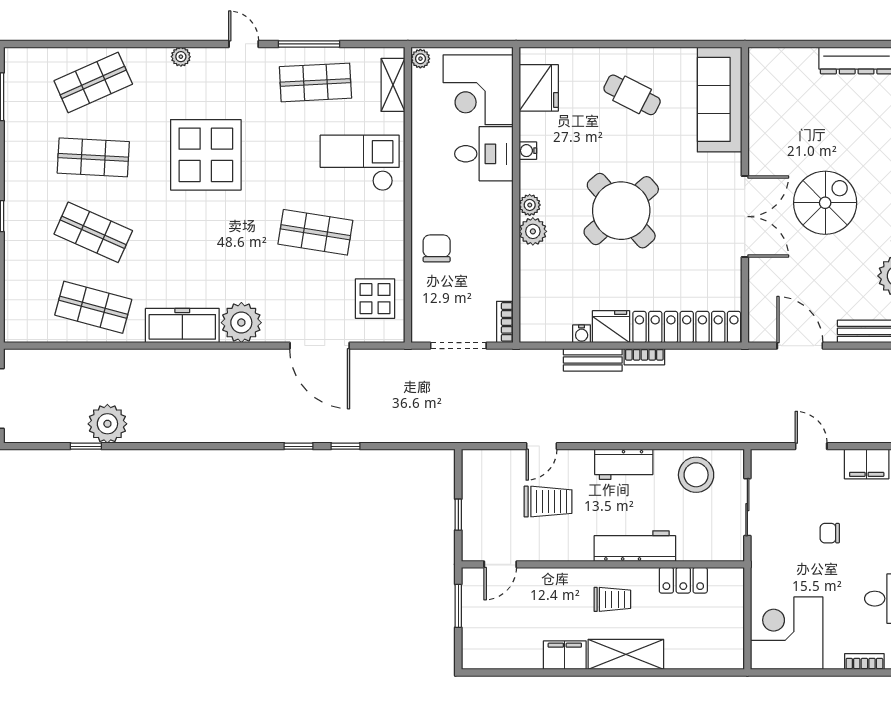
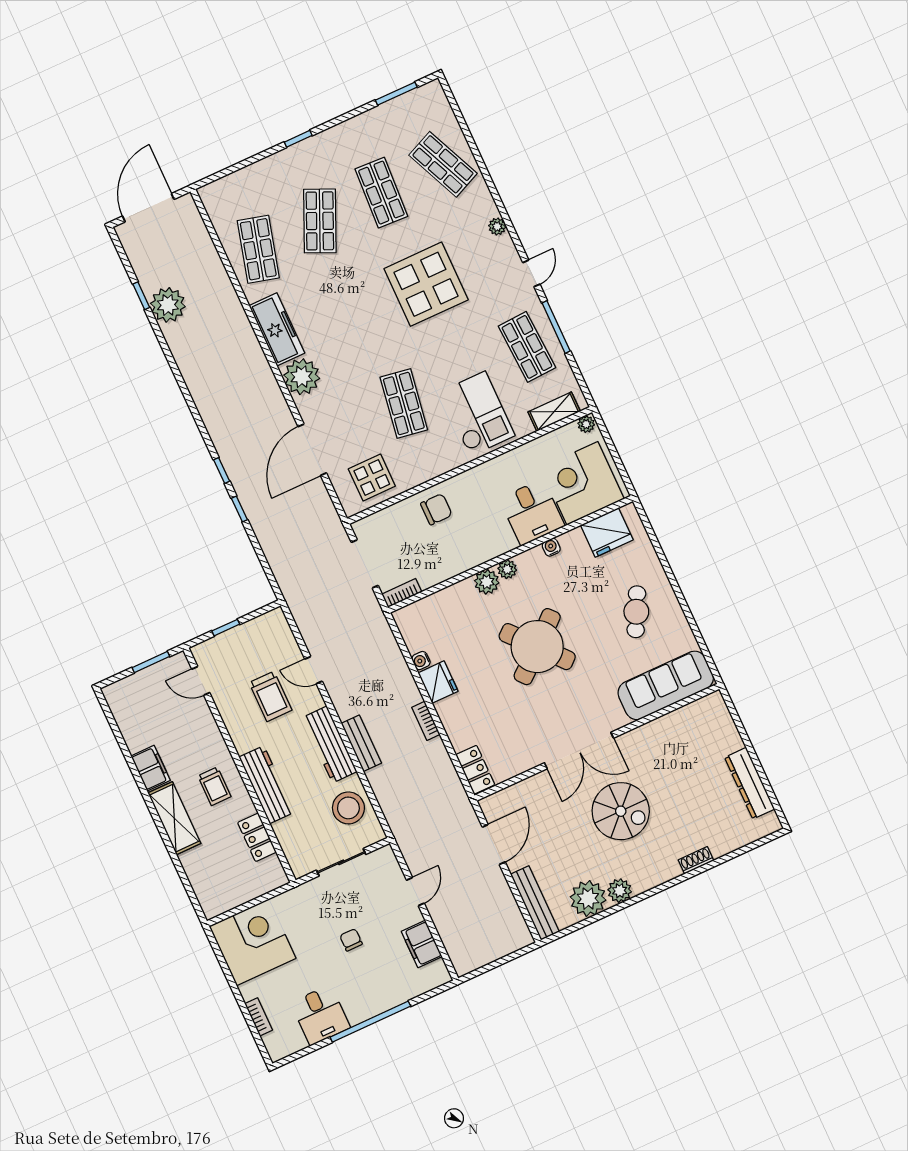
locker: (687, 327) -> (475, 770), width x0.46, depth x0.83
bench: (593, 360) -> (361, 743), moved
workbench: (624, 464) -> (330, 745), width x1.38

